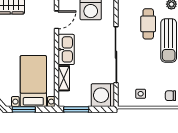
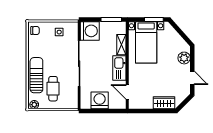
door: (57, 20) -> (127, 92), hinge flipped

